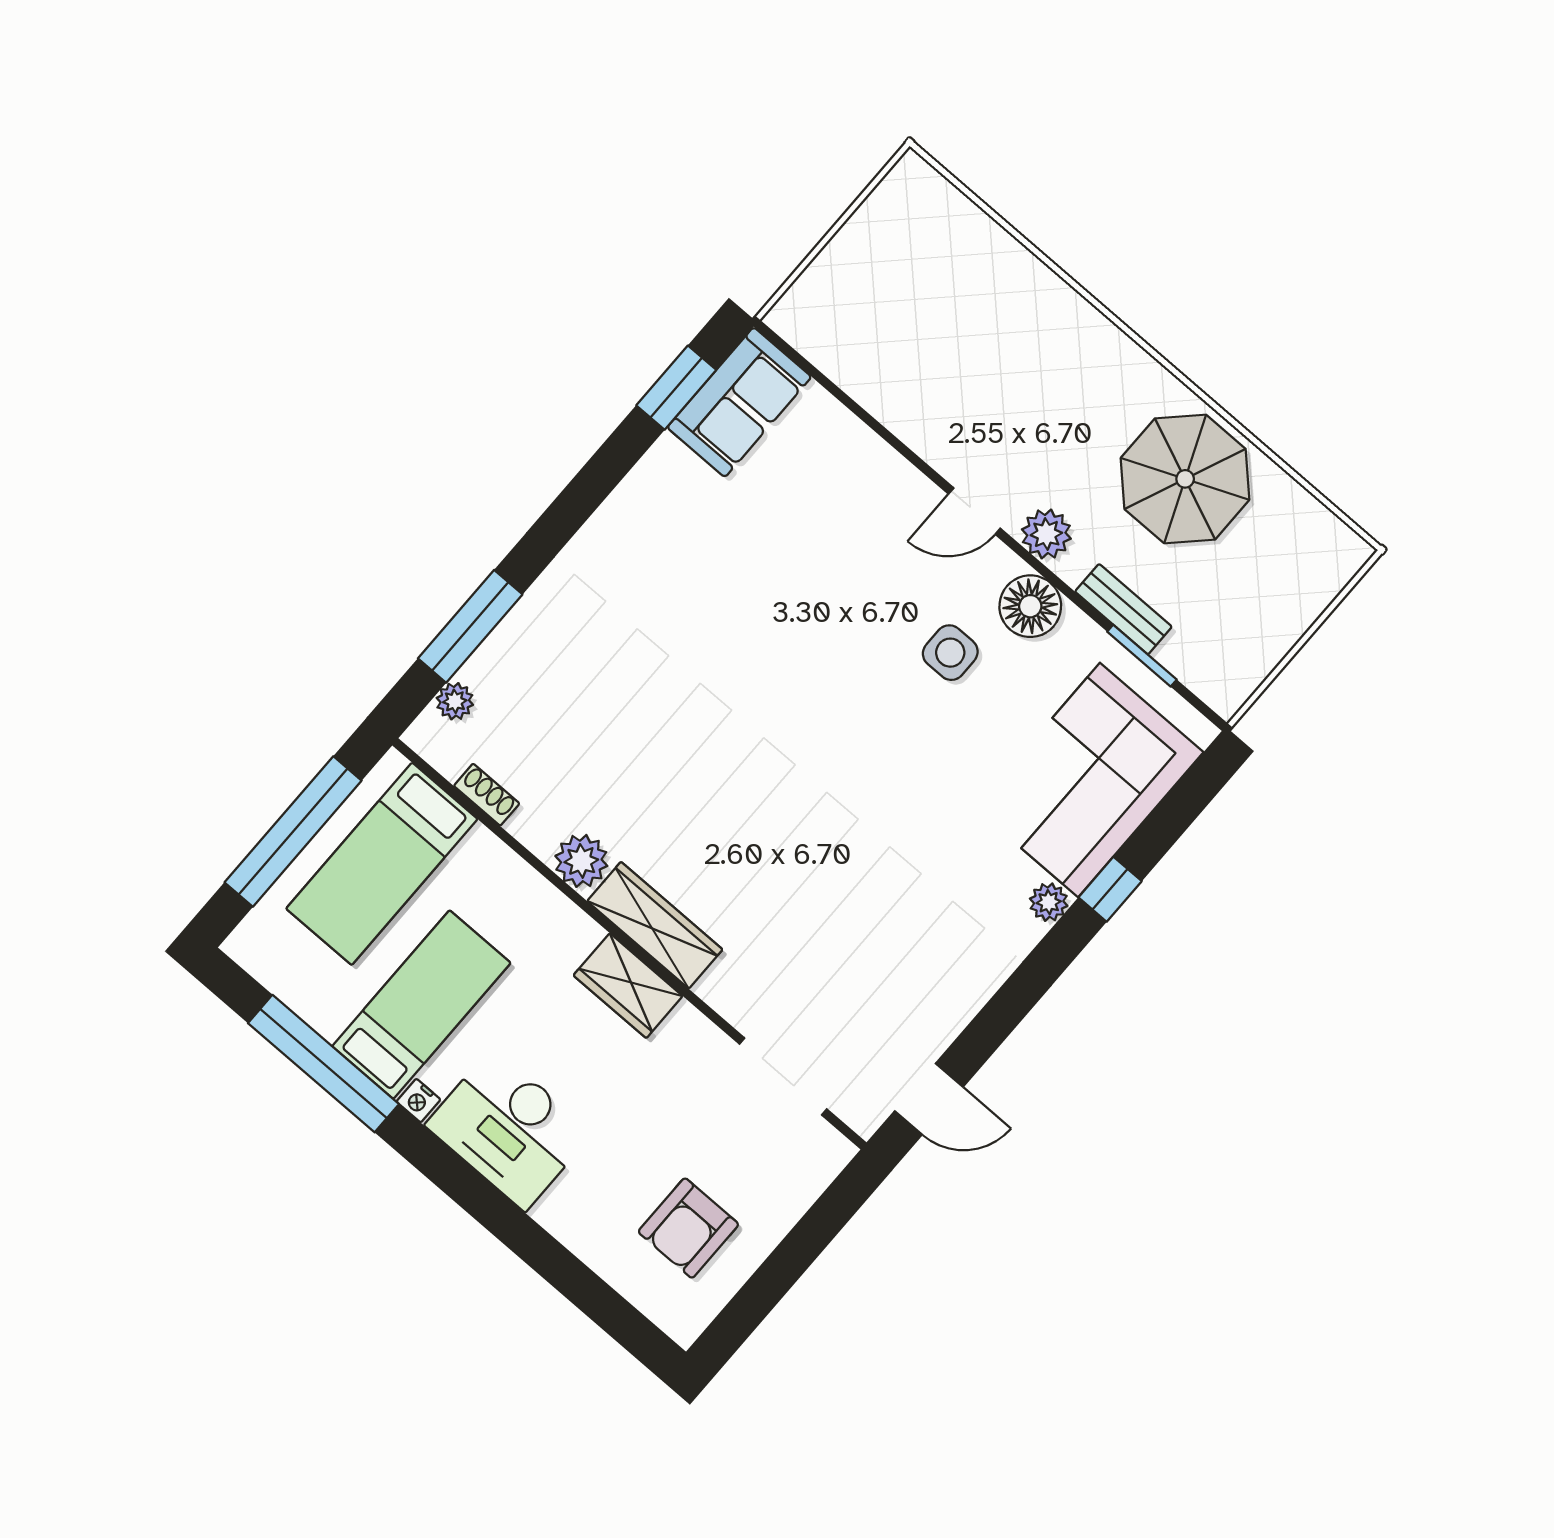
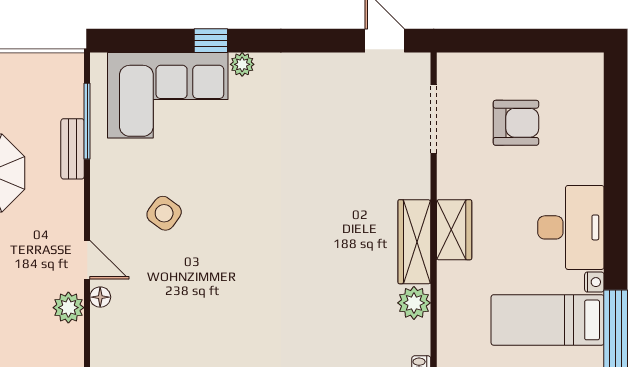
plant: (1046, 534) -> (68, 308), moved
floor lamp: (1030, 606) -> (100, 297), moved, width x0.53, depth x0.53
side table: (950, 653) -> (164, 213), turned 36
window: (1142, 656) -> (87, 121), width x1.44
armchair: (688, 1228) -> (516, 123), moved

